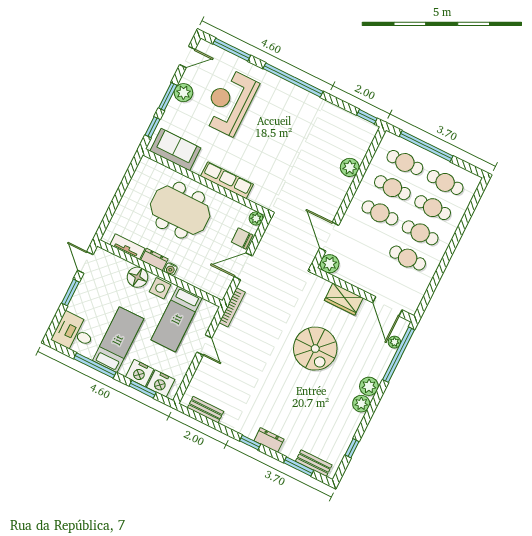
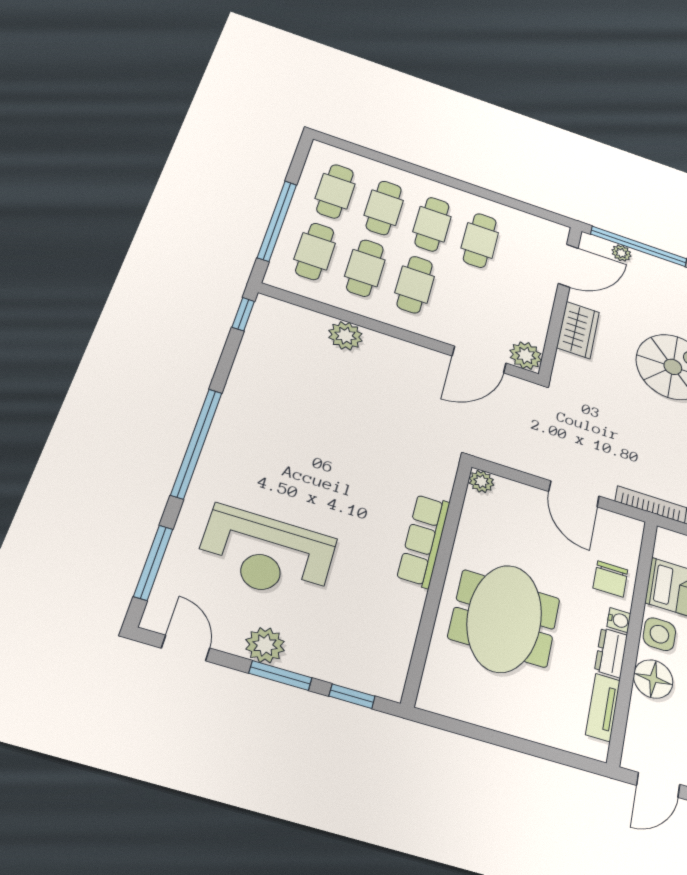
sofa: (175, 149) -> (387, 644), removed
chair: (242, 238) -> (610, 579), moved

